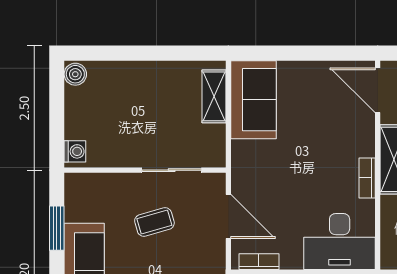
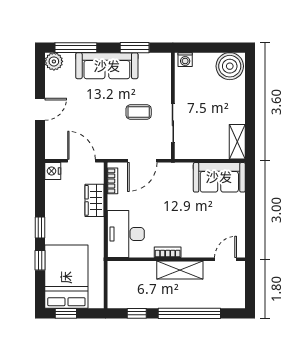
boiler: (75, 74) -> (230, 66), width x1.86, depth x1.86
door: (378, 90) -> (225, 259), width x0.73
shelving: (214, 96) -> (237, 142), moved, turned 90
coffee table: (154, 222) -> (139, 112), turned -74

